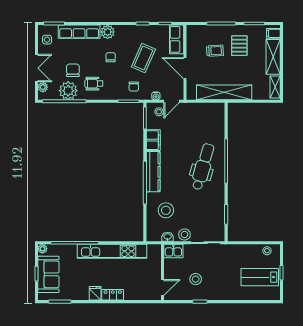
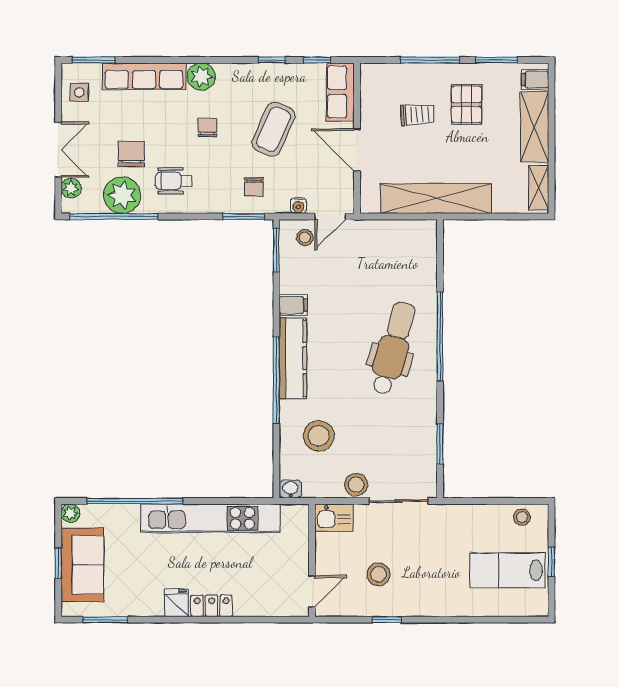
filing cabinet: (153, 140) -> (293, 305), width x0.50
washbasin: (168, 237) -> (290, 489), moved

